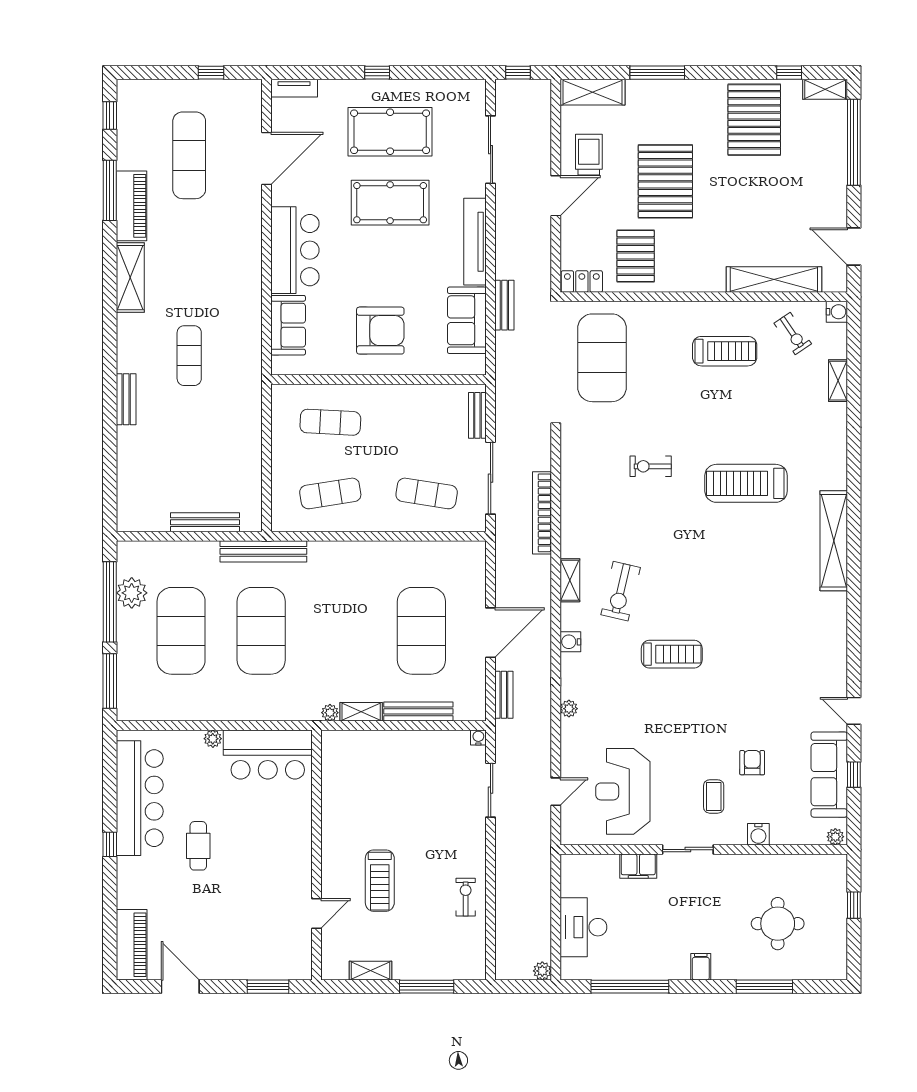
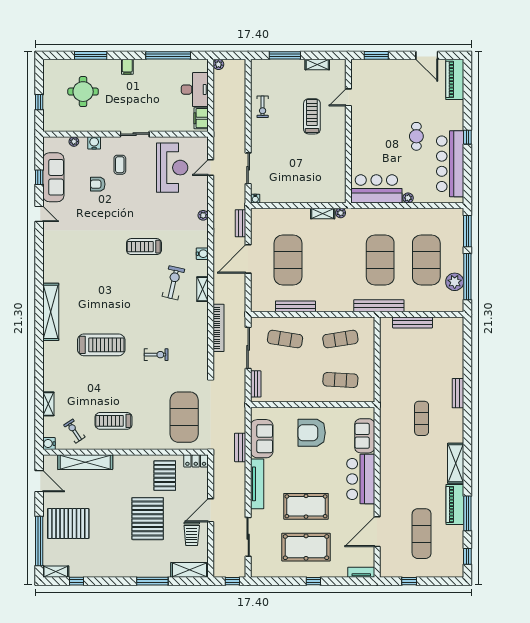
pallet: (754, 120) -> (68, 524), moved, turned 90
bench: (418, 711) -> (295, 306), moved
armchair: (752, 763) -> (98, 184), turned 90
plant: (835, 837) -> (74, 142), moved
filing cabinet: (638, 866) -> (201, 118), moved, turned -90

